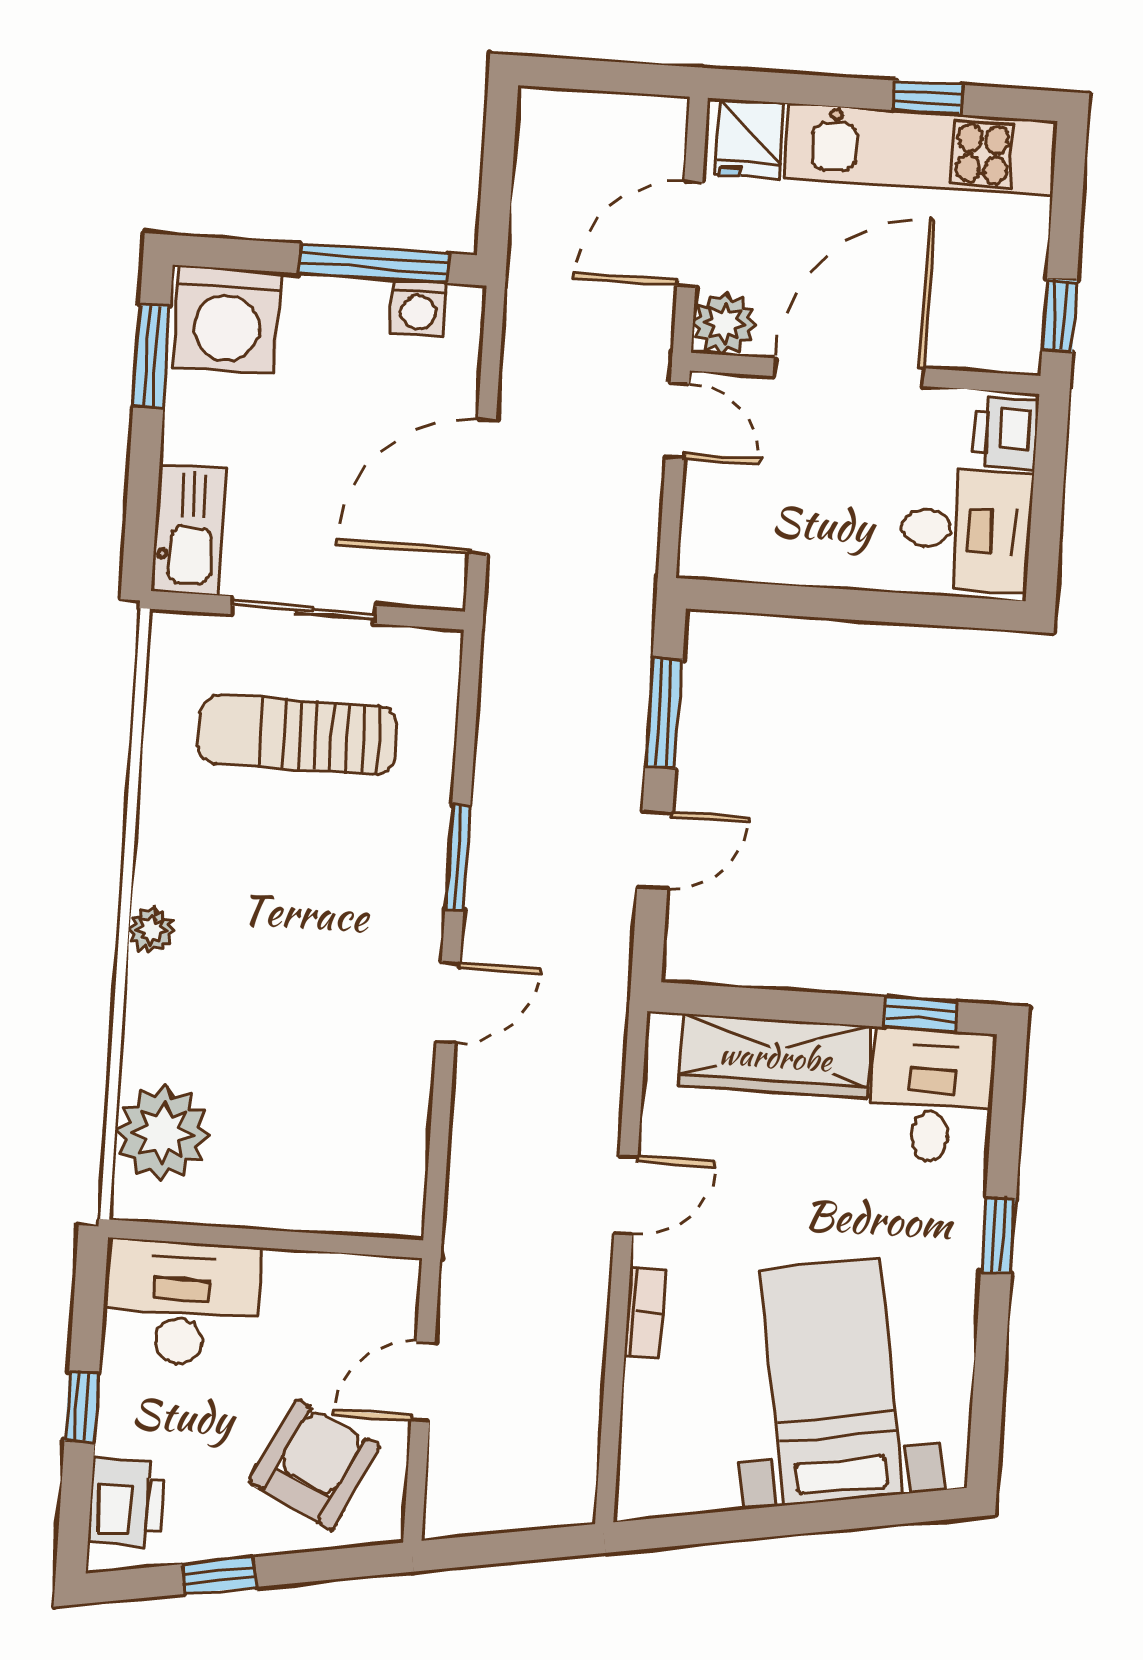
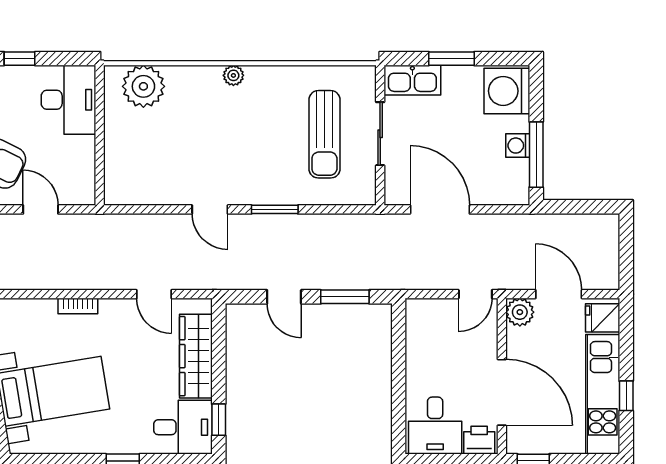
washing machine: (419, 308) -> (518, 146), moved
window: (152, 356) -> (452, 59), moved
door: (849, 372) -> (502, 392), moved
sun lounger: (297, 735) -> (324, 134), turned 180
door: (626, 1195) -> (154, 294), moved

